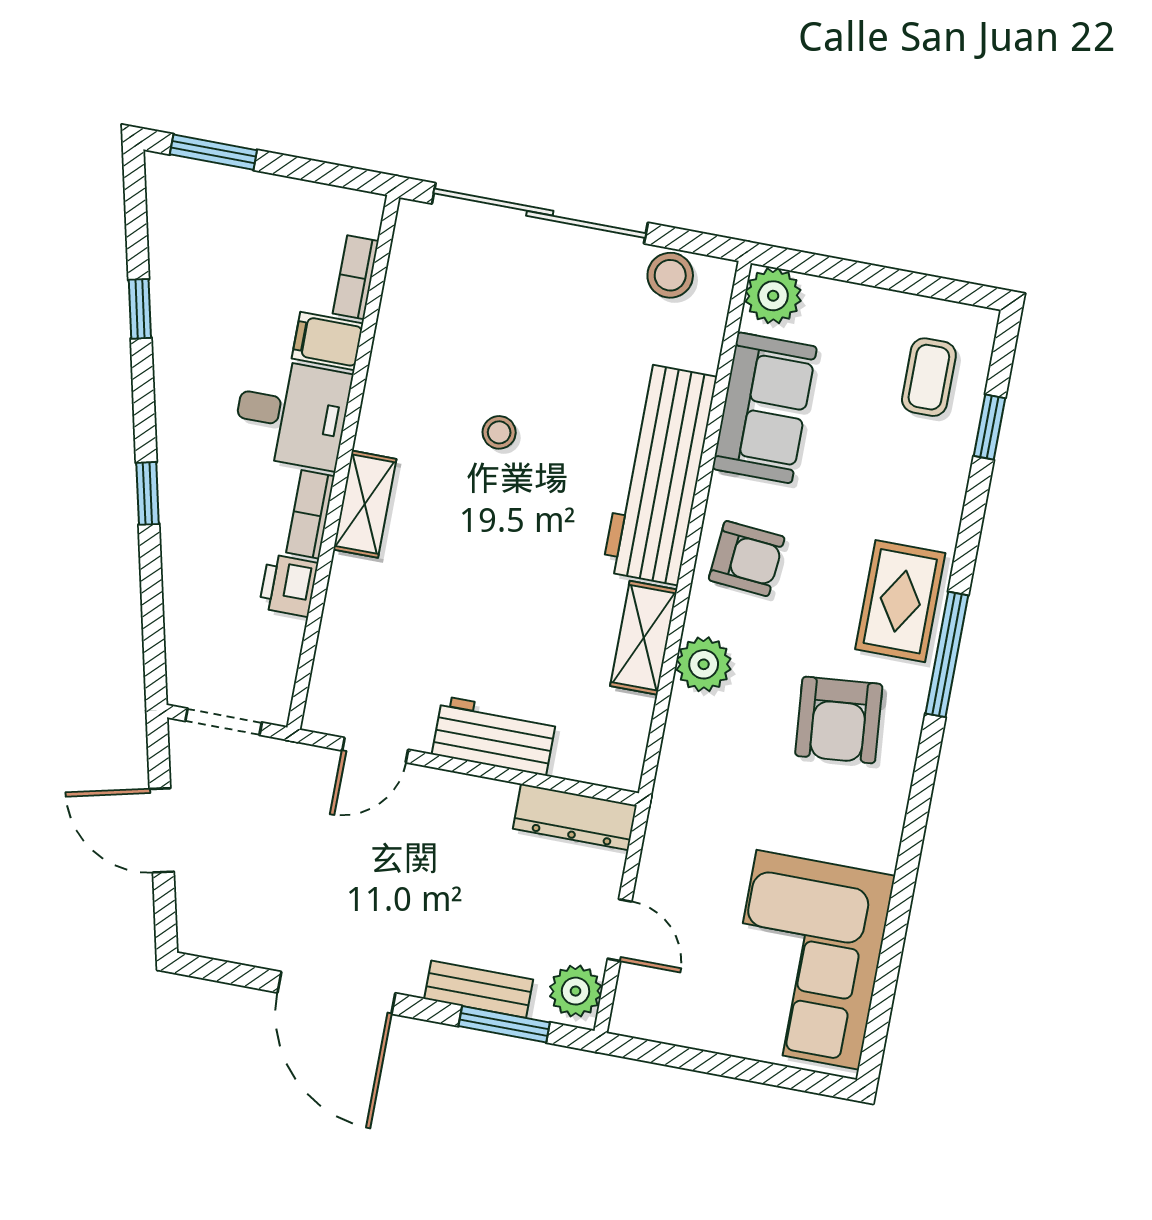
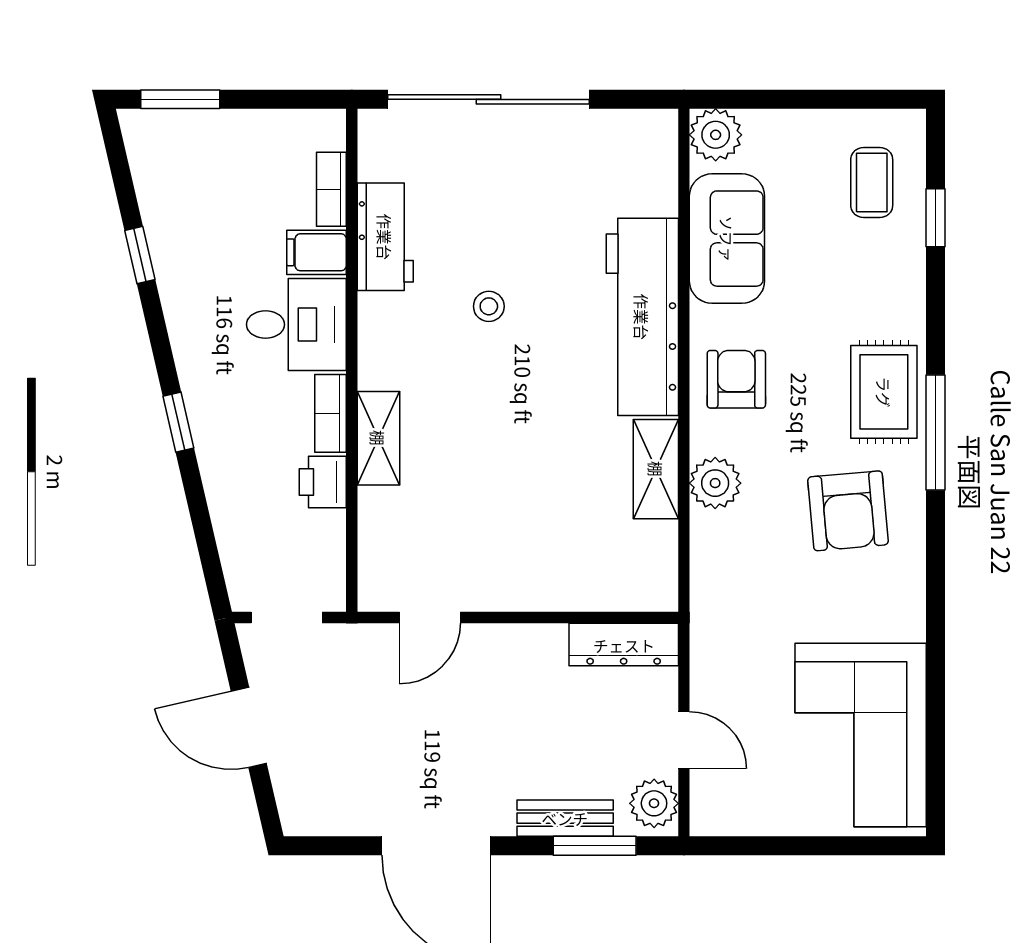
stool: (670, 275) -> (618, 134), removed
shelving: (365, 504) -> (378, 438), moved
armchair: (747, 559) -> (736, 379), turned -95
workbench: (494, 736) -> (385, 237), moved, turned 90

